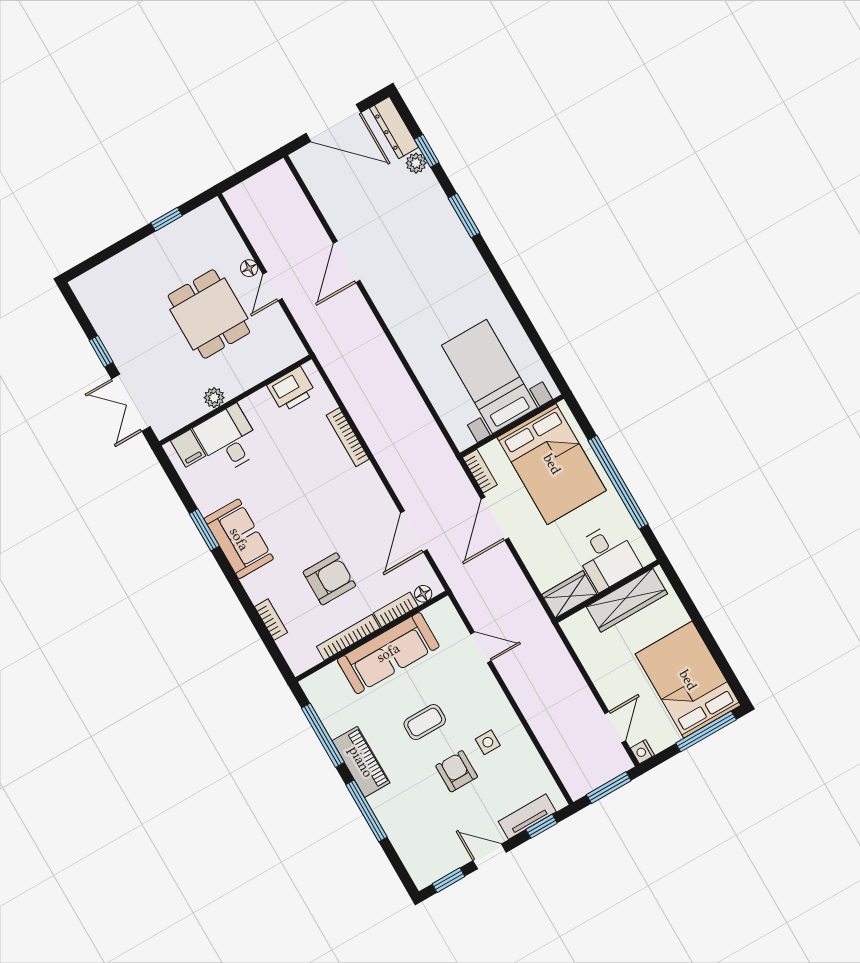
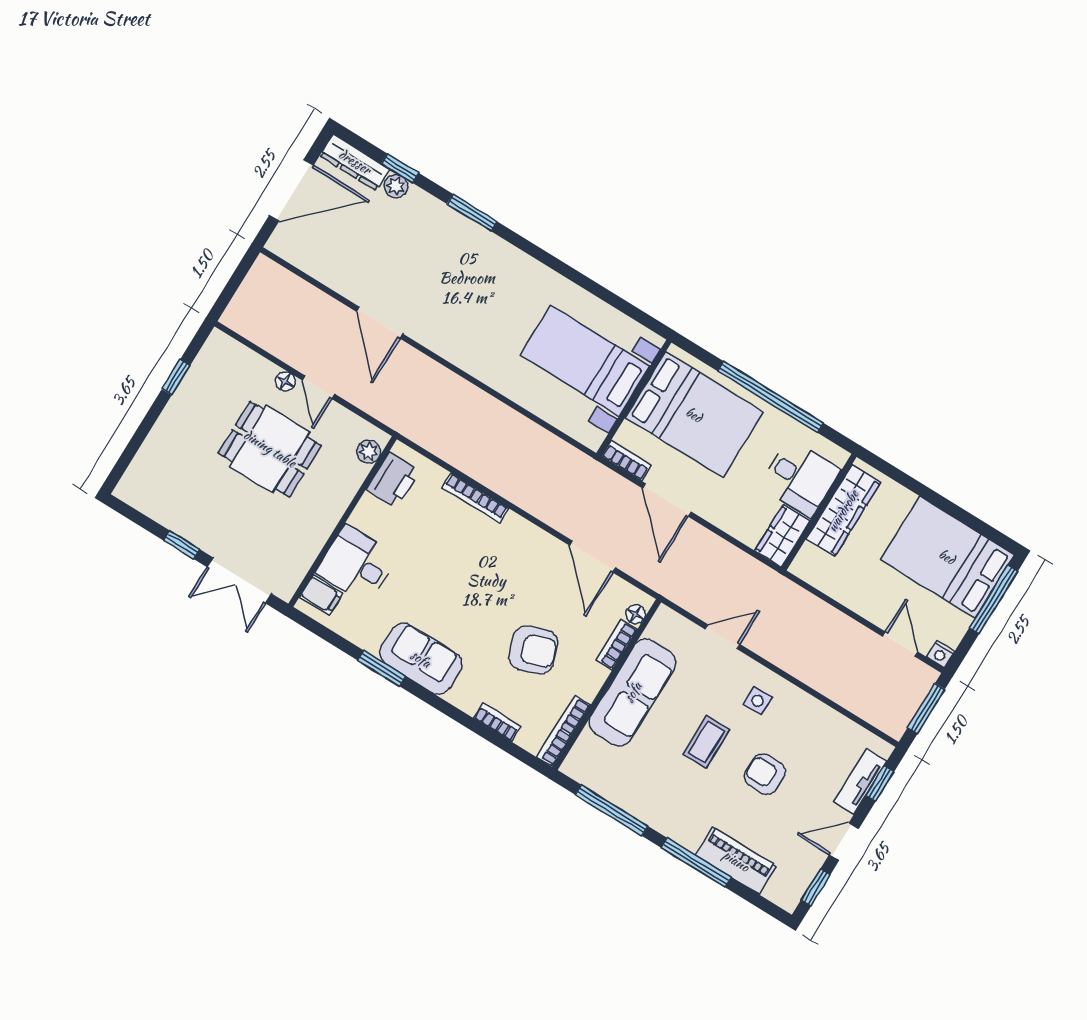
plant: (214, 398) -> (369, 452), moved
armchair: (329, 579) -> (533, 650), turned 71
bookcase: (348, 637) -> (564, 731), moved
side table: (488, 742) -> (758, 701), moved
piano: (361, 762) -> (736, 861), moved

